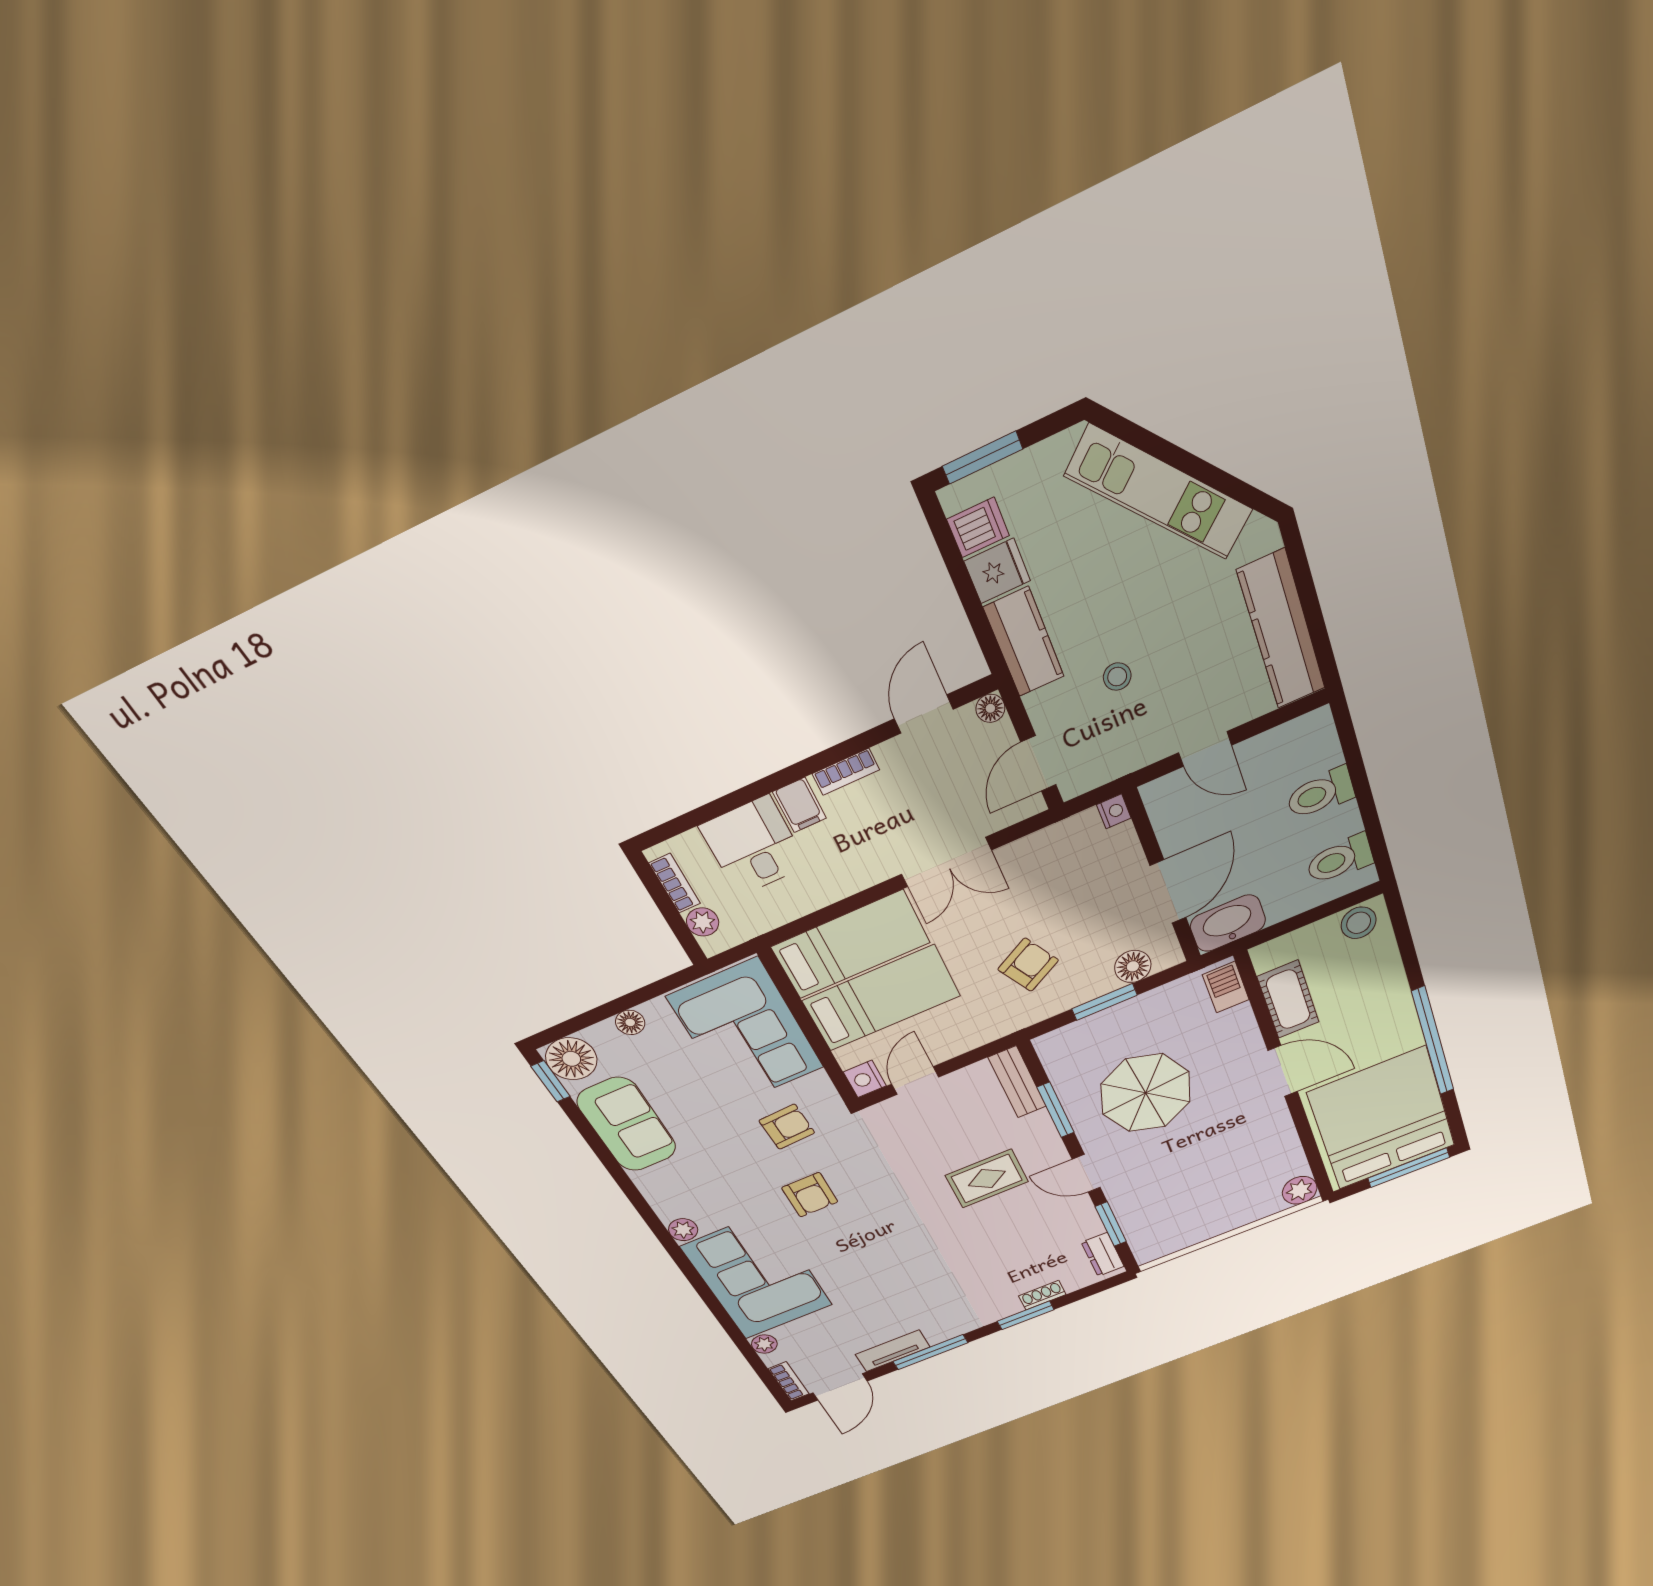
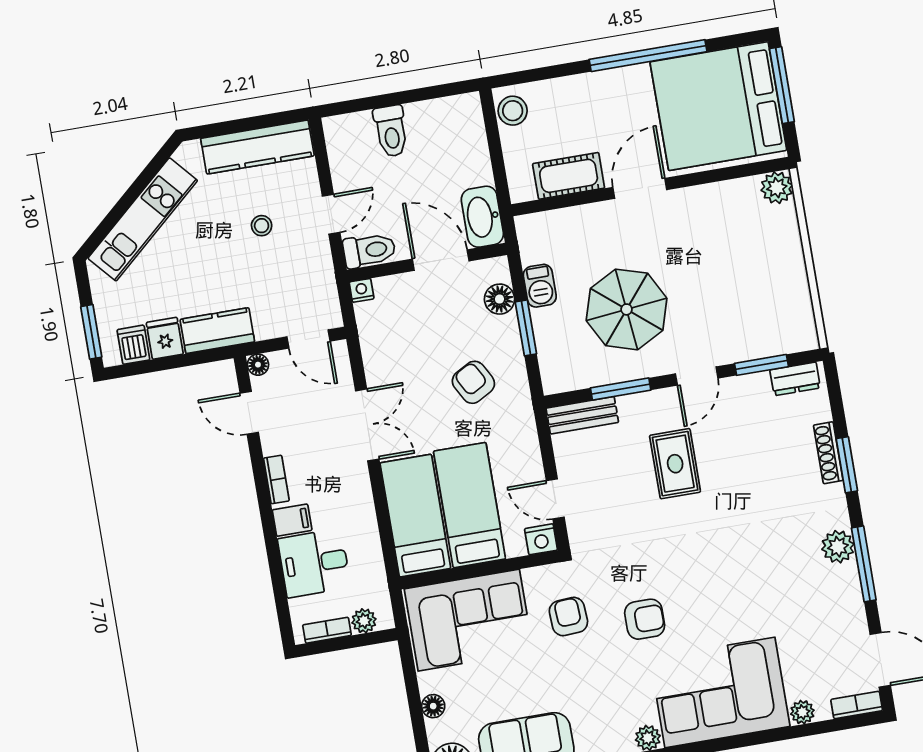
stool: (1117, 677) -> (262, 226), moved
toilet: (1340, 859) -> (369, 250), moved, turned -90
barbecue: (1226, 987) -> (540, 286), moved, turned -90
shoe rack: (1042, 1295) -> (828, 453), width x1.43
plant: (941, 1329) -> (838, 547), added
tv unit: (893, 1351) -> (850, 598), removed

